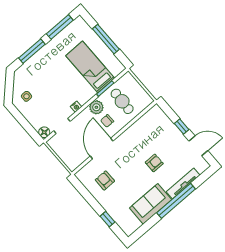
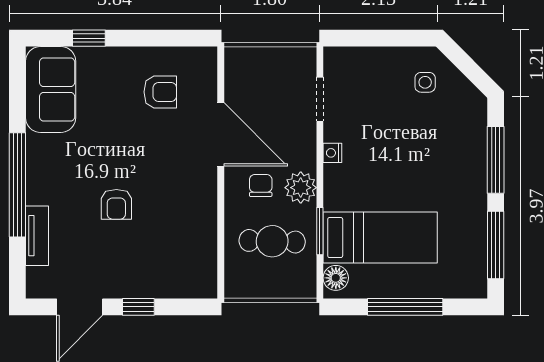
floor lamp: (44, 132) -> (336, 278), moved
tv unit: (183, 183) -> (37, 236), width x0.71
sofa: (151, 204) -> (51, 89), moved

